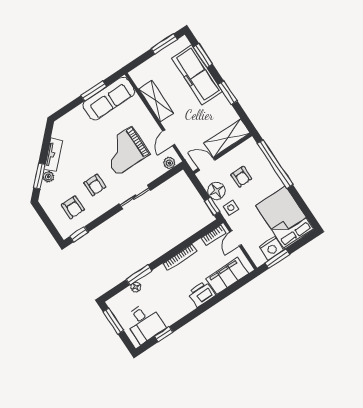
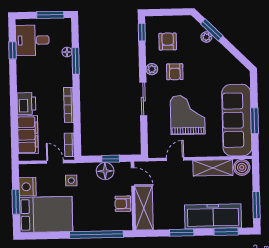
boiler: (140, 77) -> (242, 167), added
sofa: (109, 99) -> (237, 120), width x1.36, depth x1.27
door: (169, 138) -> (175, 159), hinge flipped
tv unit: (53, 155) -> (222, 53), removed
plant: (169, 163) -> (152, 69), moved
door: (207, 164) -> (133, 177), hinge flipped
armchair: (241, 177) -> (123, 204), moved
armchair: (95, 185) -> (175, 72), turned -90
window: (212, 206) -> (111, 159), moved
armchair: (73, 207) -> (168, 41), turned 90
side table: (231, 208) -> (71, 181), moved
window: (277, 259) -> (16, 202), moved

